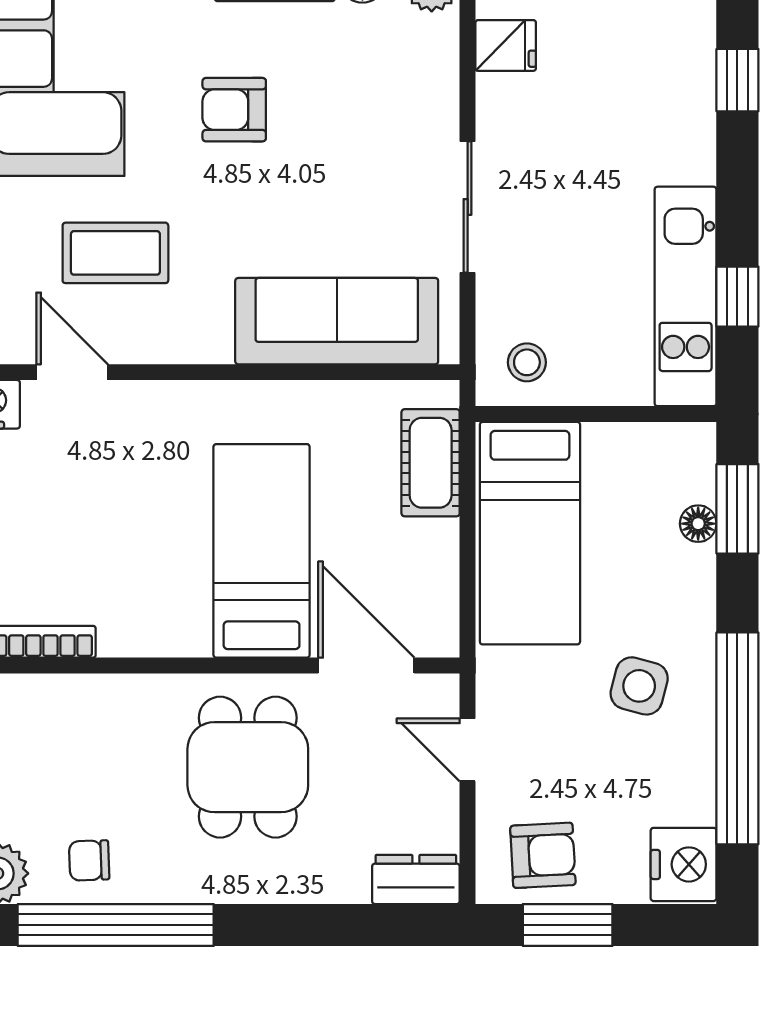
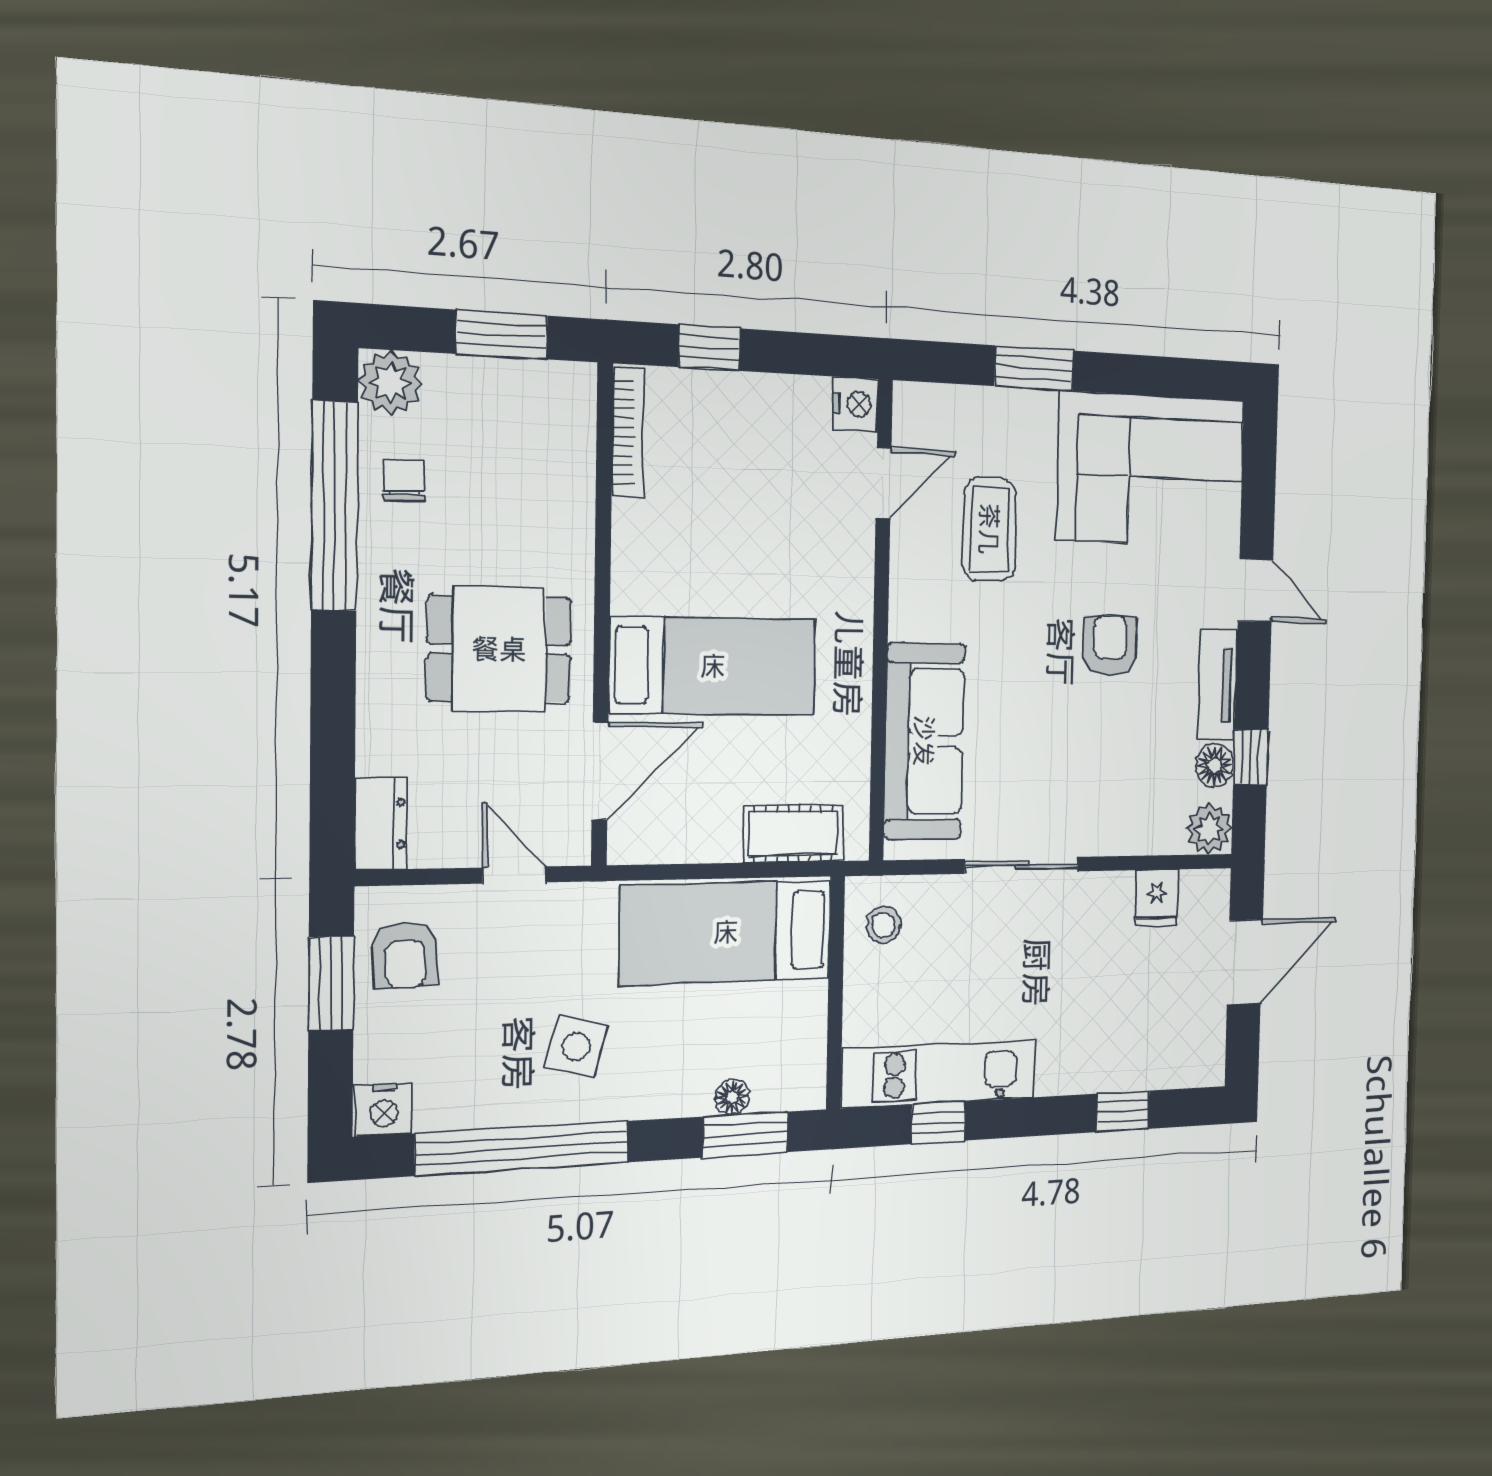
door: (468, 750) -> (514, 875), hinge flipped
nightstand: (684, 864) -> (384, 1110), width x0.74, depth x0.75

